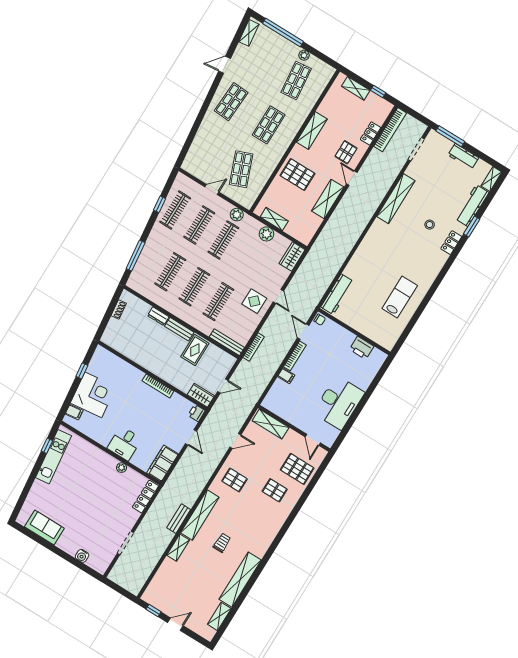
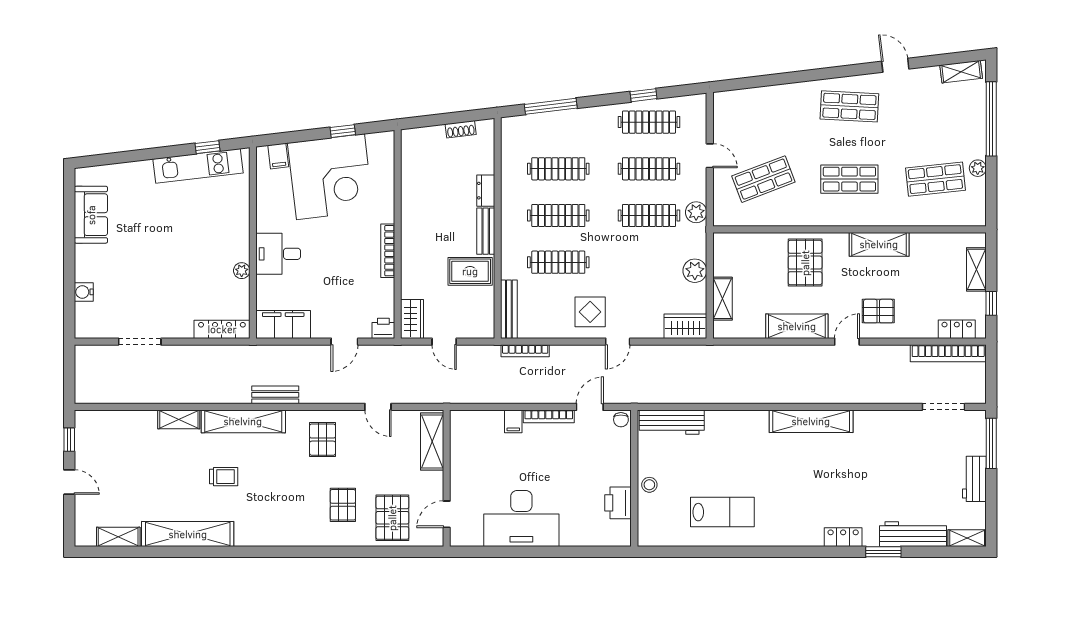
locker: (371, 133) -> (957, 329), moved
shelving: (396, 199) -> (811, 421), moved
shelving: (274, 219) -> (722, 299), moved
stool: (430, 225) -> (649, 485), moved
corner desk: (93, 395) -> (330, 177), width x1.36, depth x1.36
bench: (179, 519) -> (275, 395), moved

